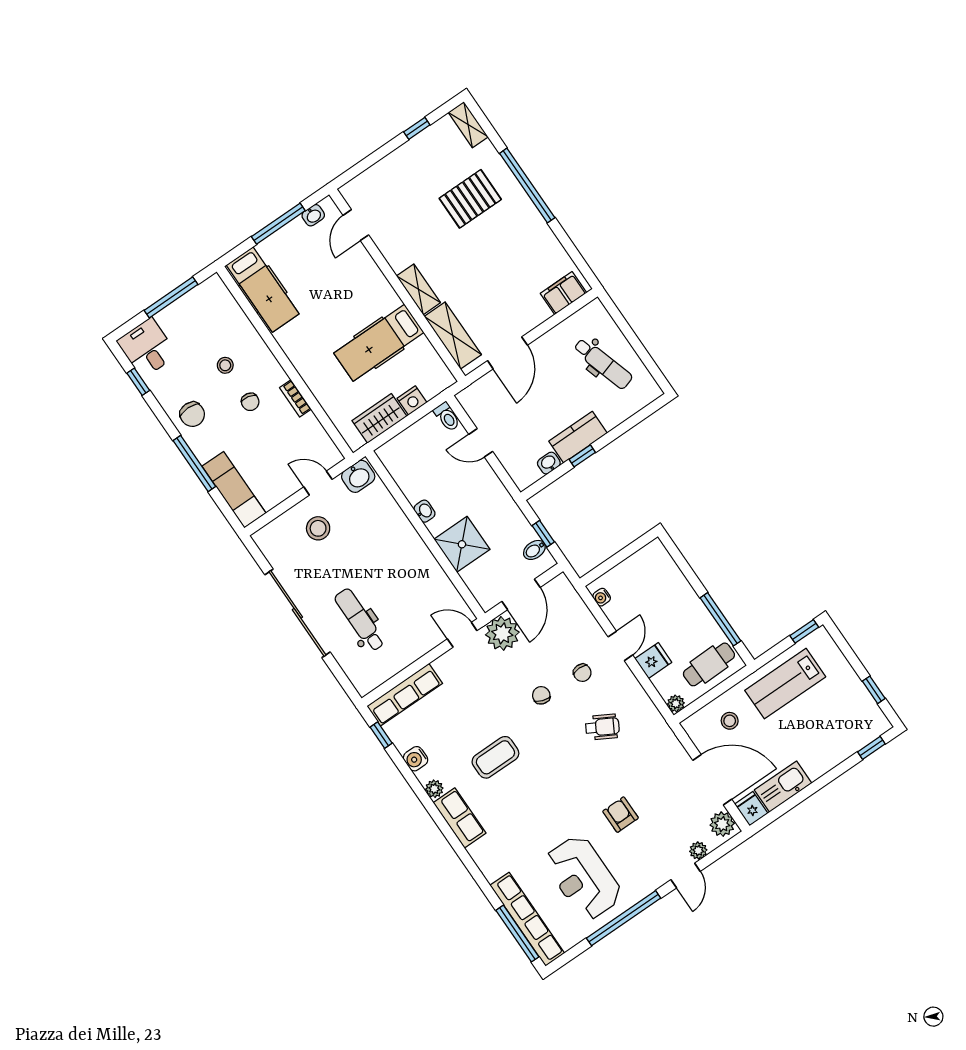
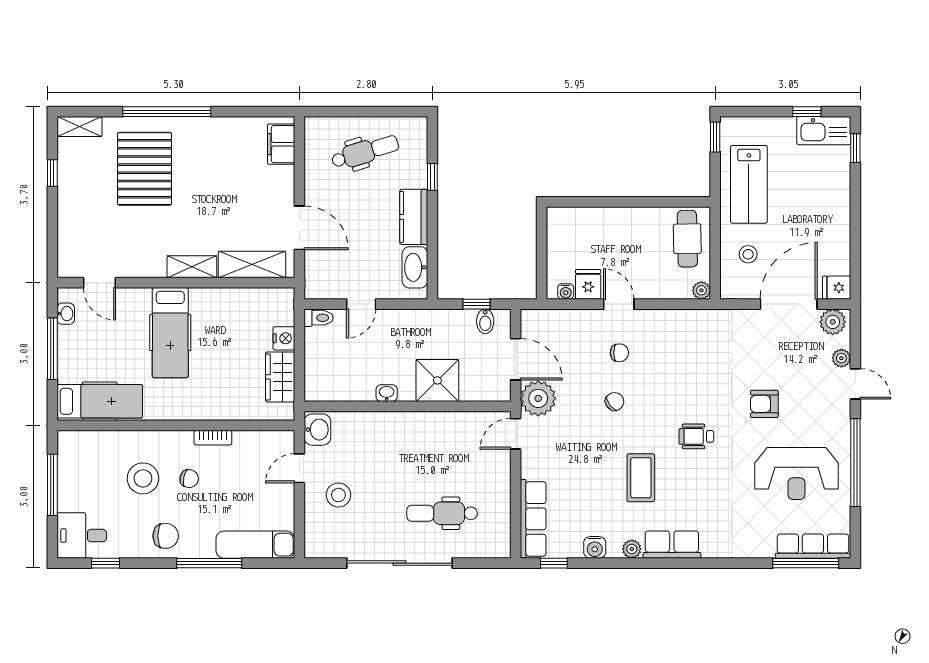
pallet: (470, 199) -> (145, 169), width x1.37, depth x1.41
hospital bed: (379, 343) -> (170, 333), moved
stool: (225, 365) -> (143, 478), width x1.89, depth x1.89
window: (582, 456) -> (432, 177), moved
washbasin: (549, 463) -> (415, 267), width x1.91, depth x1.45
window: (721, 619) -> (655, 202), removed
fridge: (653, 661) -> (588, 284), moved
chair: (541, 695) -> (615, 402), turned 124
wheelchair: (602, 727) -> (696, 436), moved, turned -119
kitchen sink: (783, 787) -> (824, 131), moved, turned -90
row of seats: (527, 919) -> (813, 546), width x0.73

